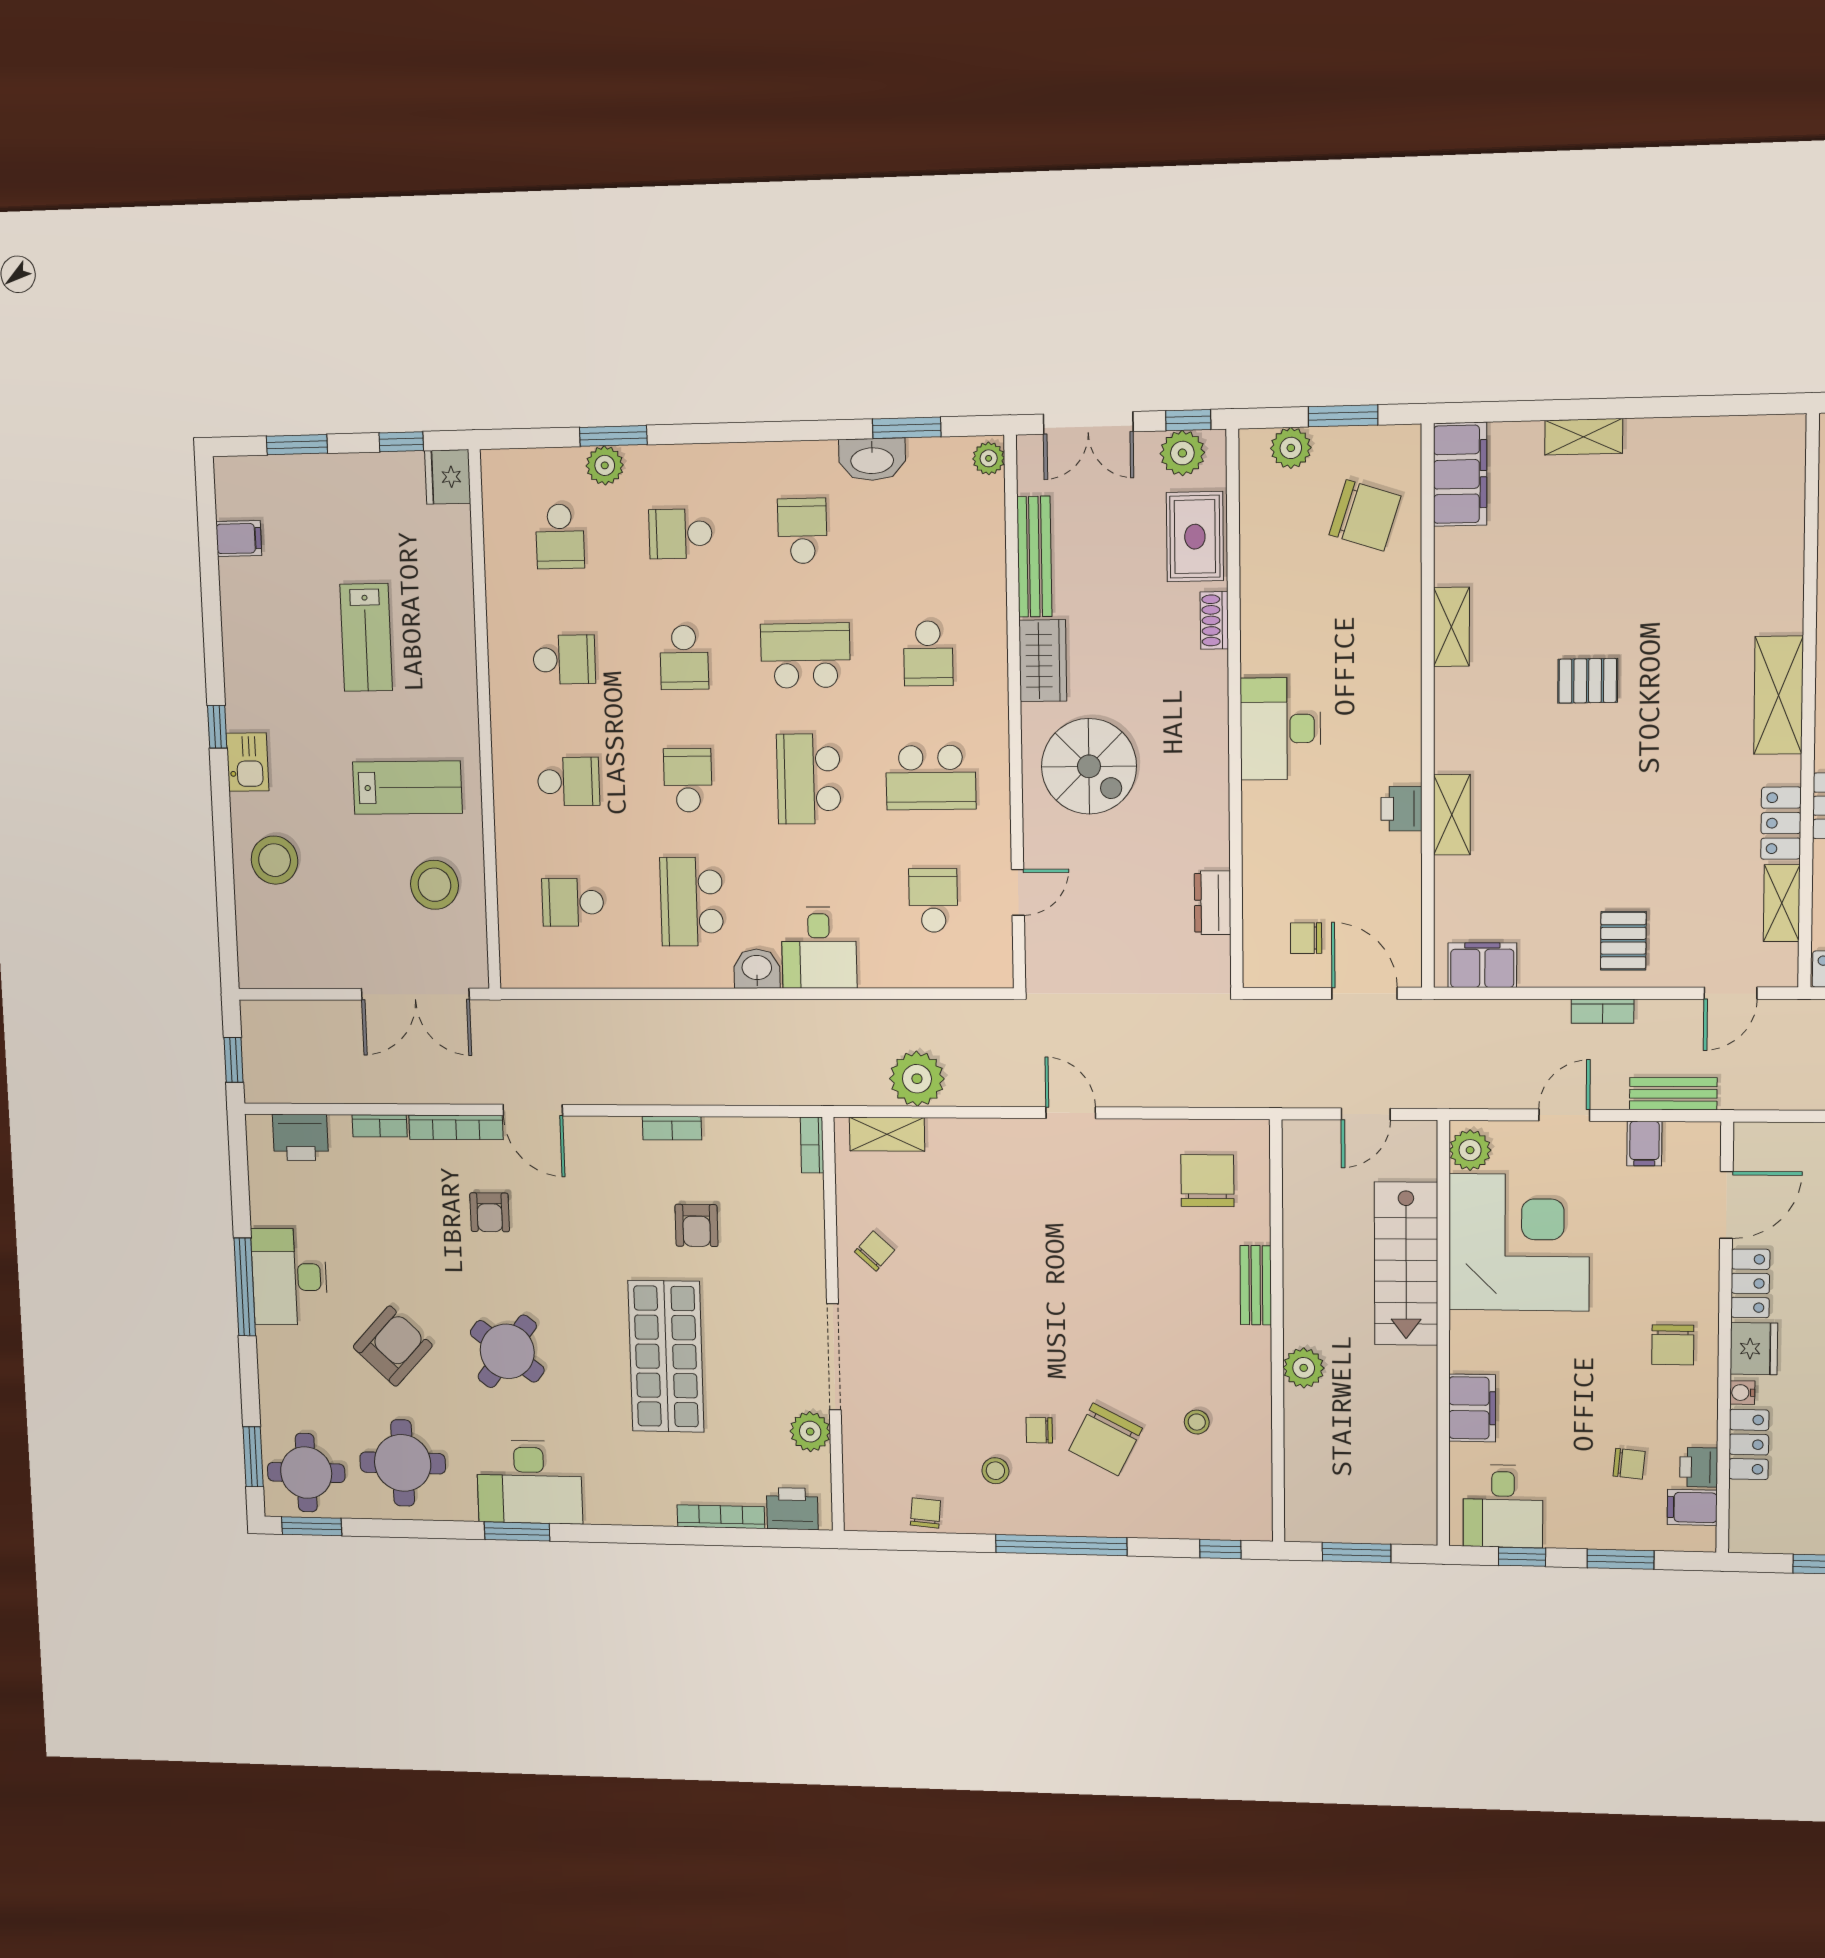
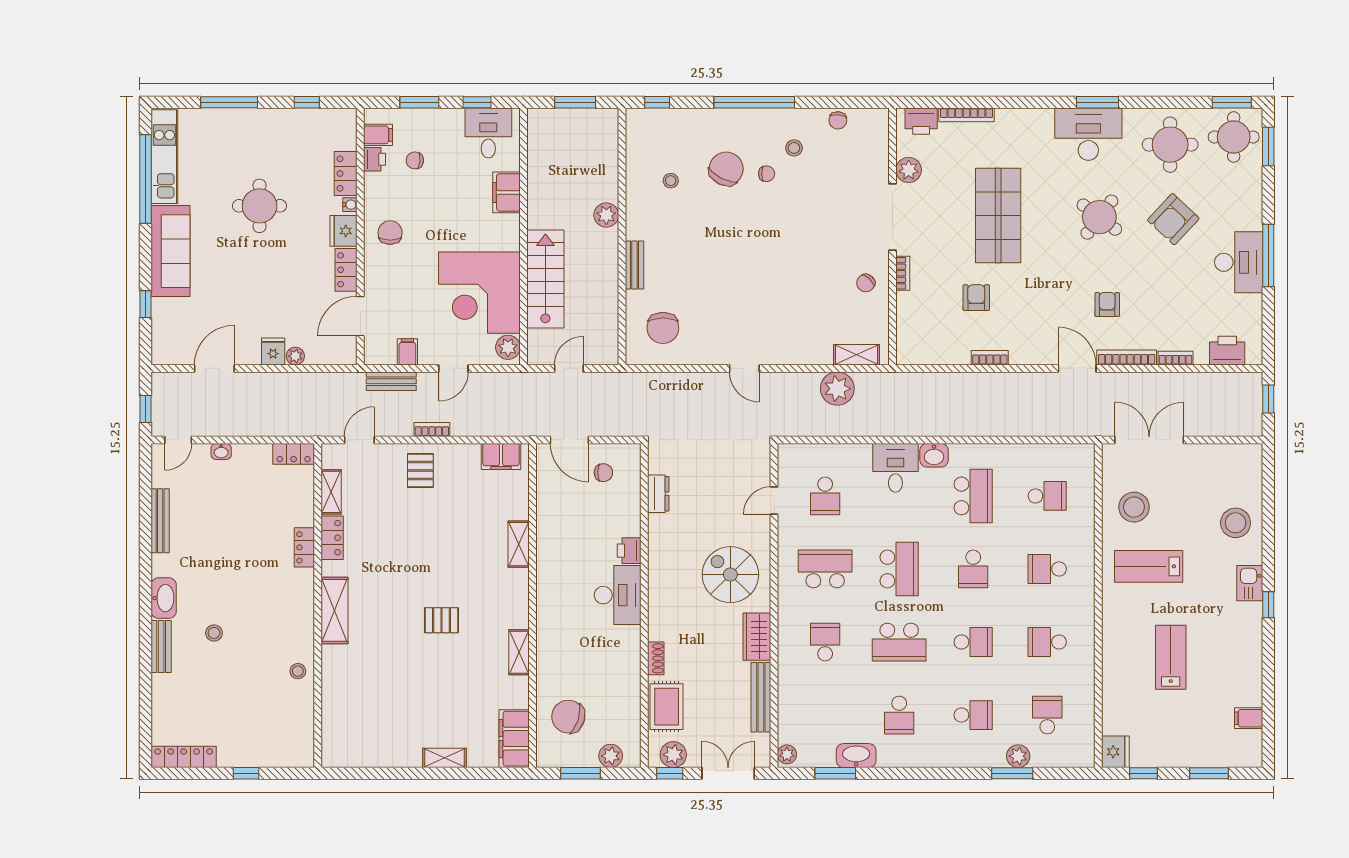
school desk: (684, 658) -> (973, 642), turned 90
printer: (1402, 809) -> (629, 551), moved, turned 180
bookcase: (812, 1145) -> (903, 273), moved

